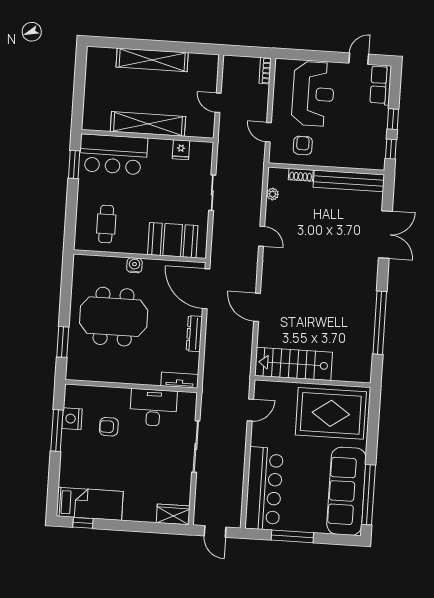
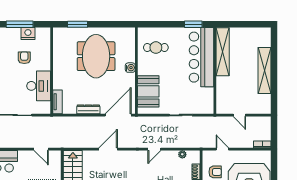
door: (218, 103) -> (239, 115), swing flipped
shelving: (148, 124) -> (223, 52), moved
door: (268, 132) -> (222, 149), hinge flipped
fridge: (181, 150) -> (207, 93), removed
bar counter: (113, 154) -> (201, 57), width x1.36

